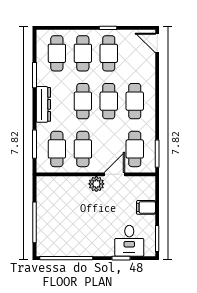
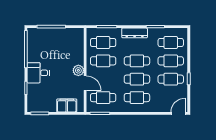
filing cabinet: (146, 207) -> (67, 105), width x2.00
desk: (129, 241) -> (38, 73), moved

